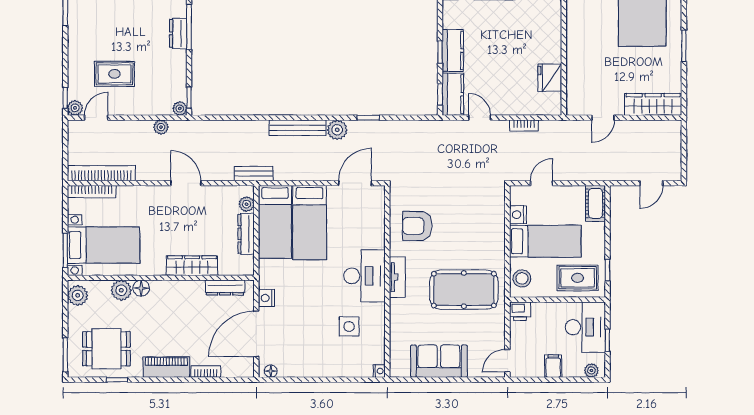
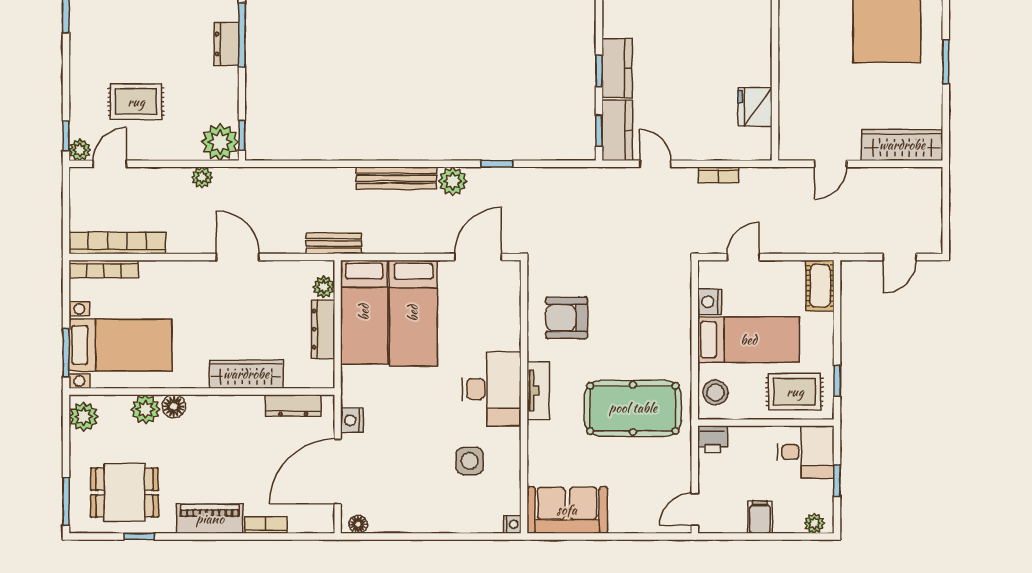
plant: (180, 108) -> (220, 142), width x1.88, depth x1.88
desk: (585, 327) -> (806, 452), width x0.73
sofa: (439, 361) -> (567, 510), moved

